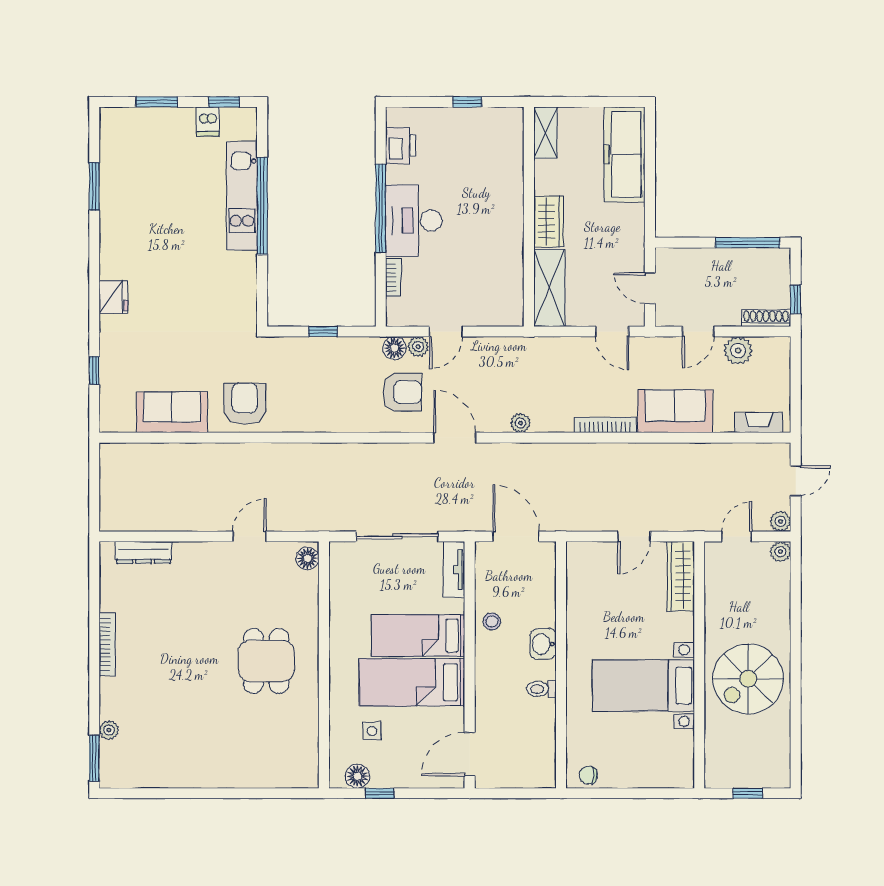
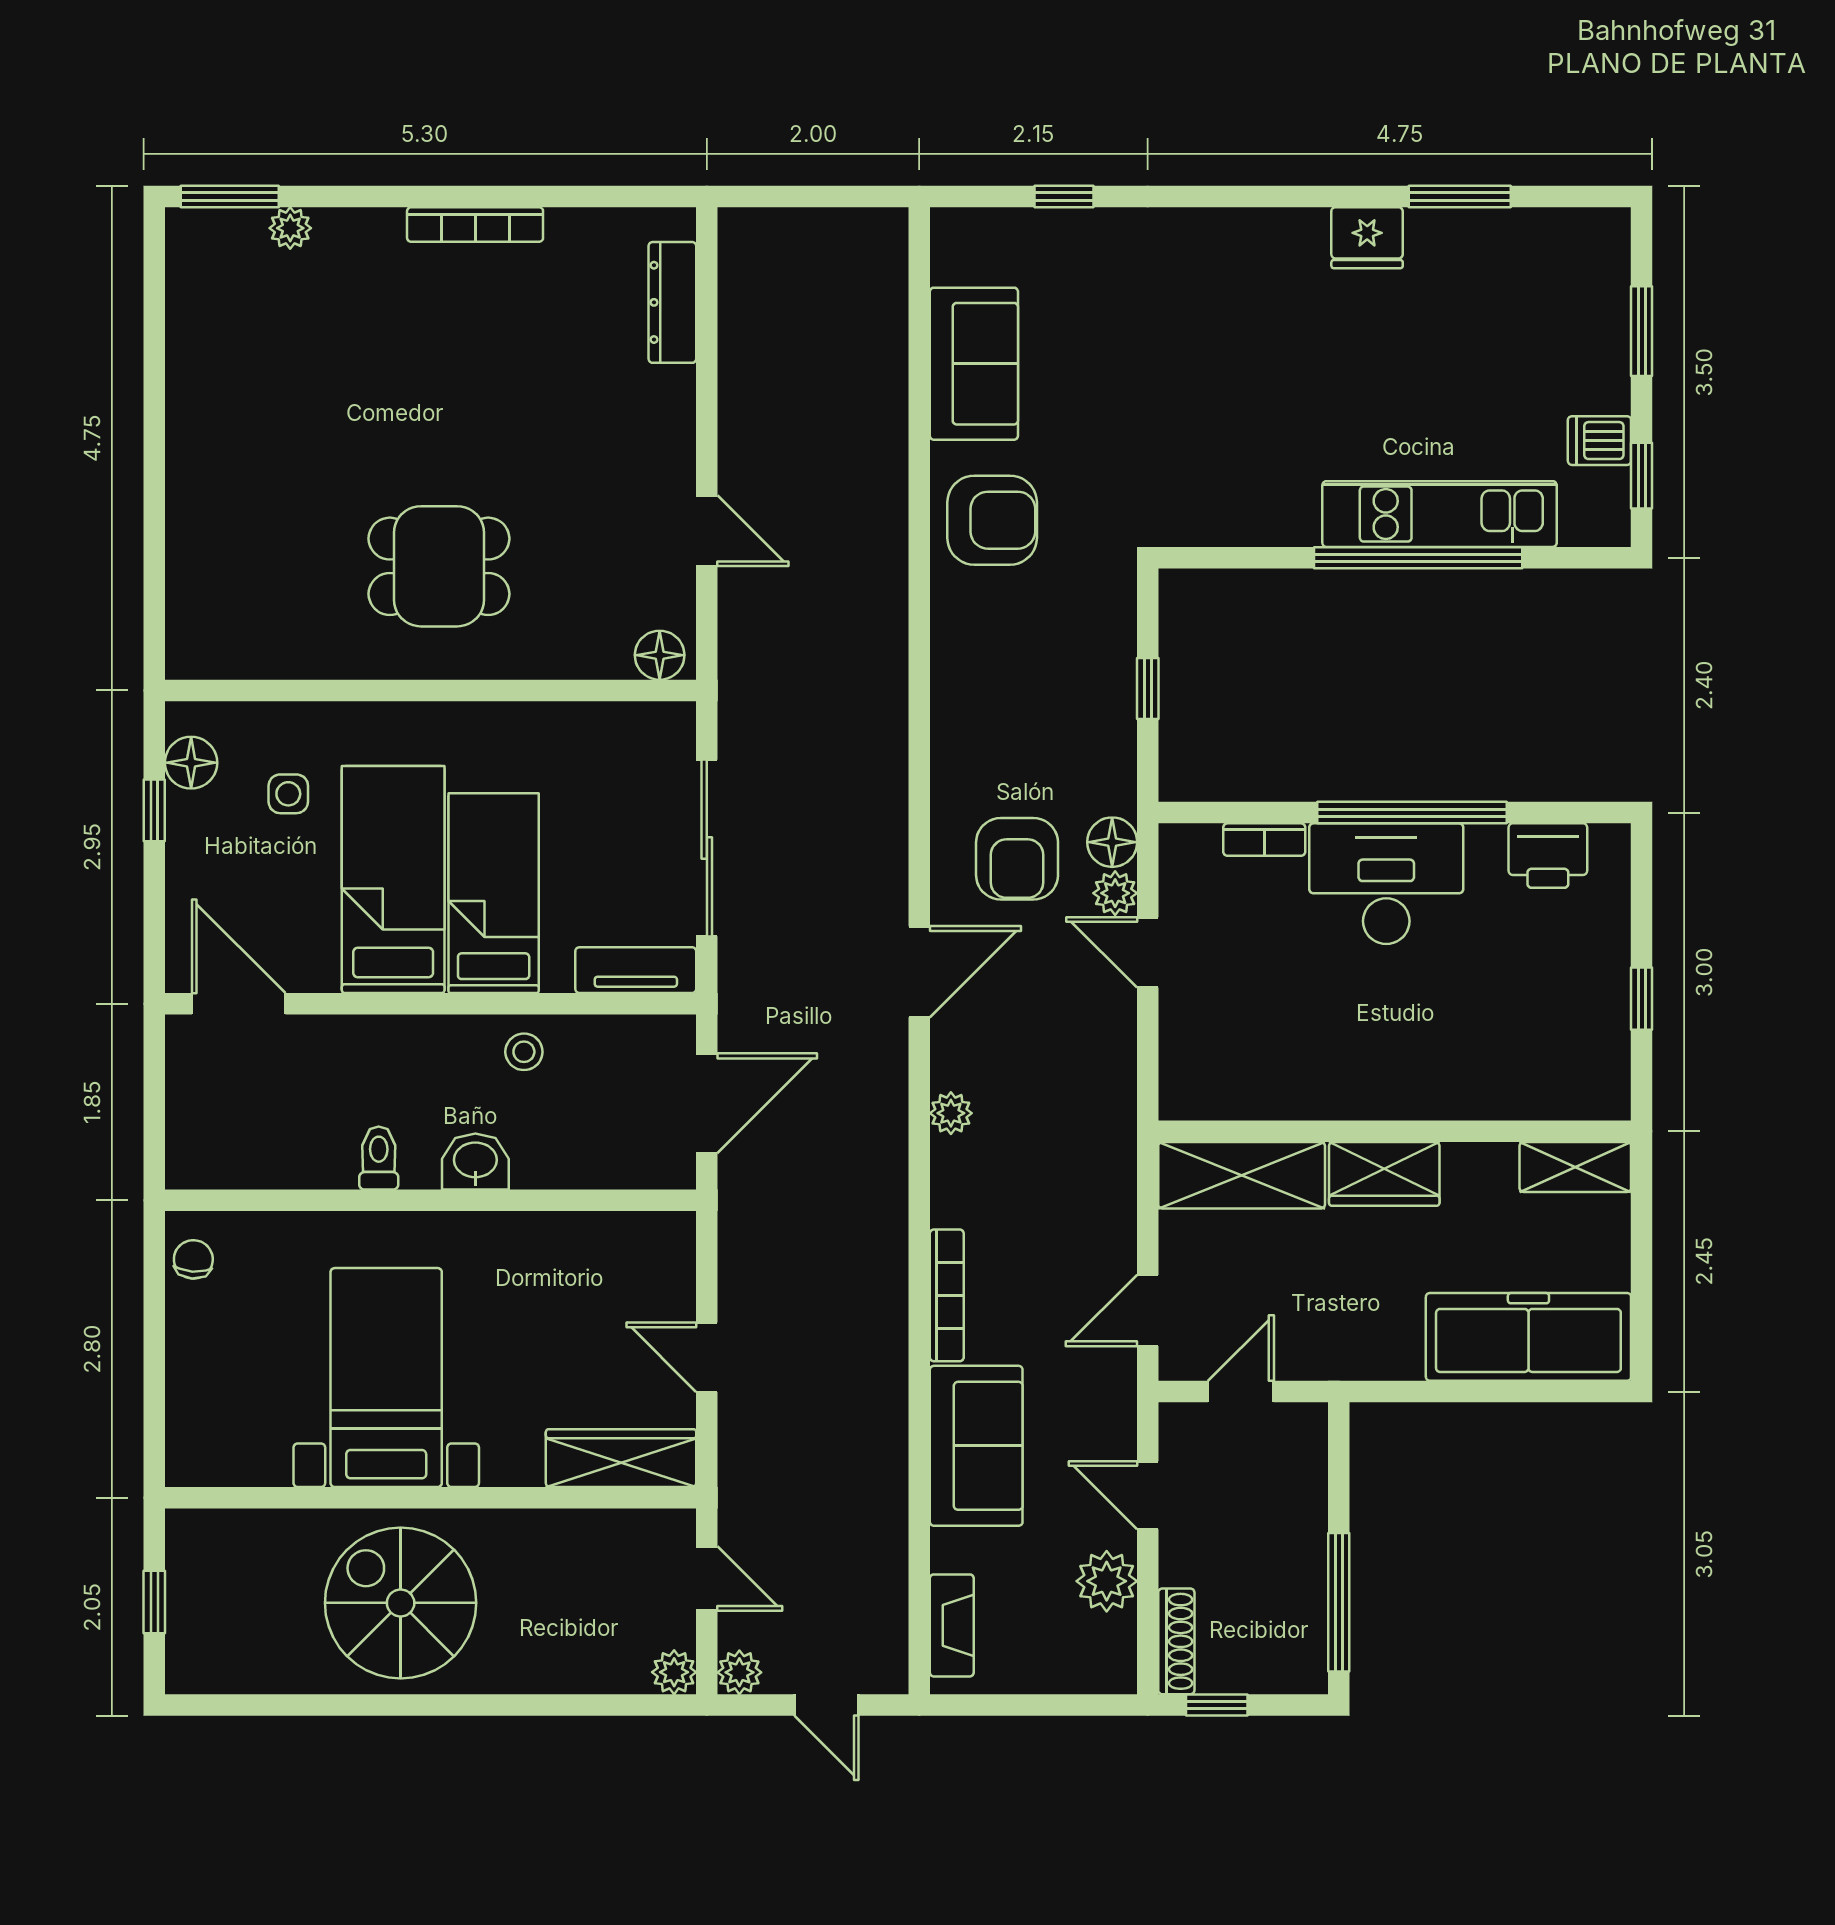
fridge: (113, 297) -> (1367, 238), moved

